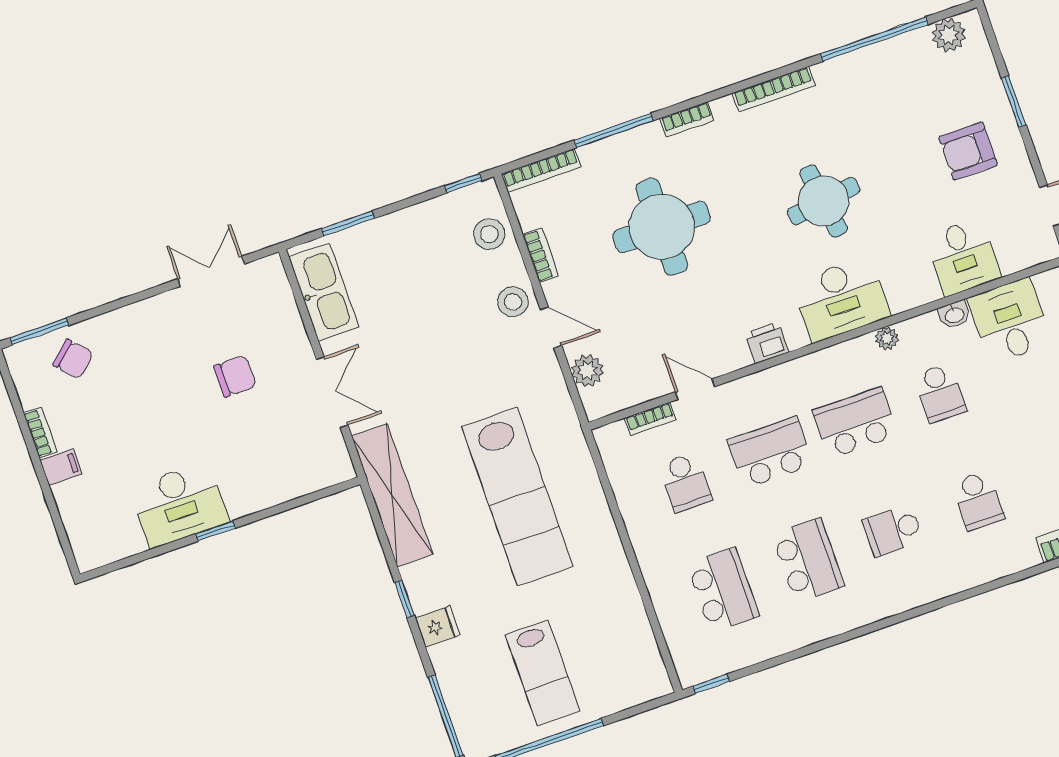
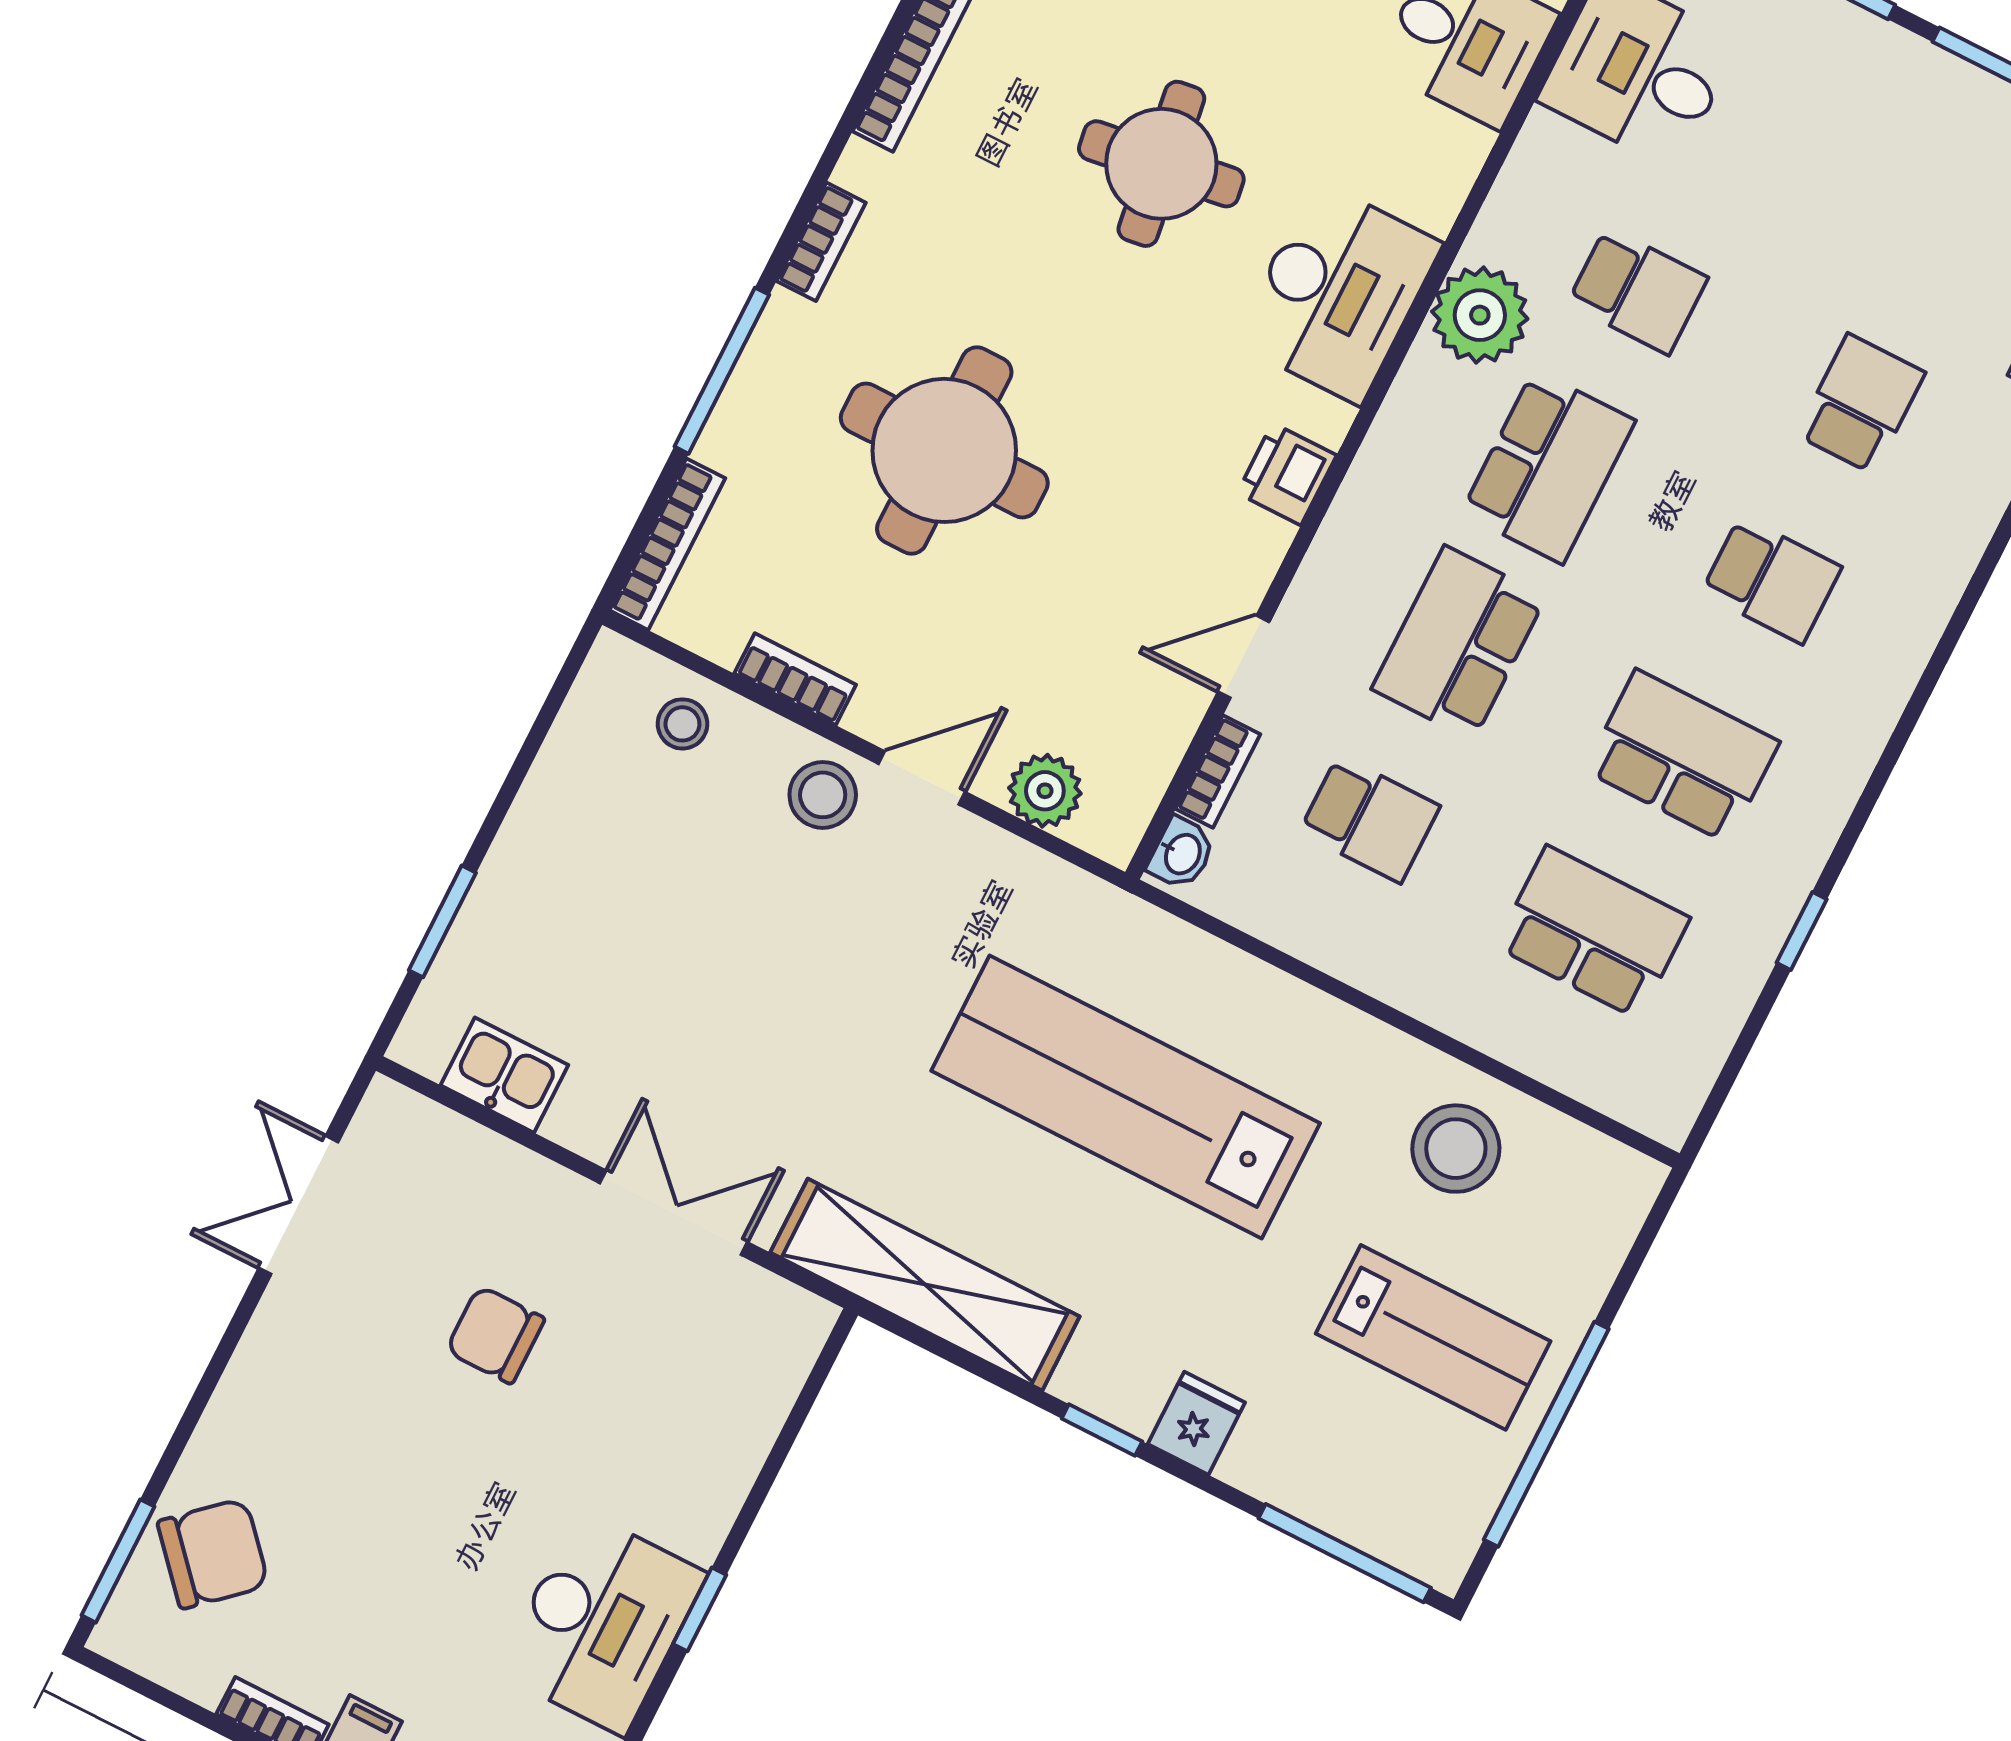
window: (463, 183) -> (564, 682), removed
stool: (489, 234) -> (682, 724), width x0.73, depth x0.73
kitchen sink: (324, 292) -> (504, 1075), width x0.53, depth x0.81
washbasin: (954, 315) -> (1182, 853), moved
plant: (887, 338) -> (1480, 315), width x1.88, depth x1.88
chair: (73, 359) -> (213, 1554), width x1.37, depth x1.37
chair: (235, 376) -> (495, 1335), turned -90
school desk: (855, 423) -> (1548, 467), turned 180
lab bench: (517, 497) -> (1126, 1097), turned 180
school desk: (978, 501) -> (1861, 404), turned -90
school desk: (893, 530) -> (1771, 580), turned -90
stool: (610, 618) -> (1456, 1149), added
window: (711, 684) -> (1802, 931), moved

